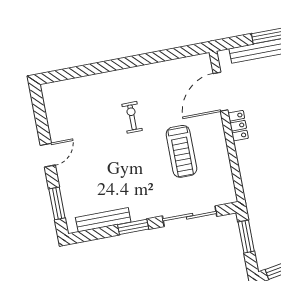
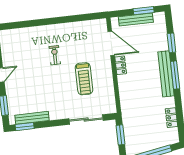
door: (221, 92) -> (111, 43), swing flipped
window: (133, 227) -> (25, 127), moved

